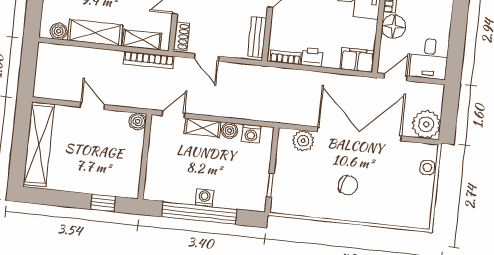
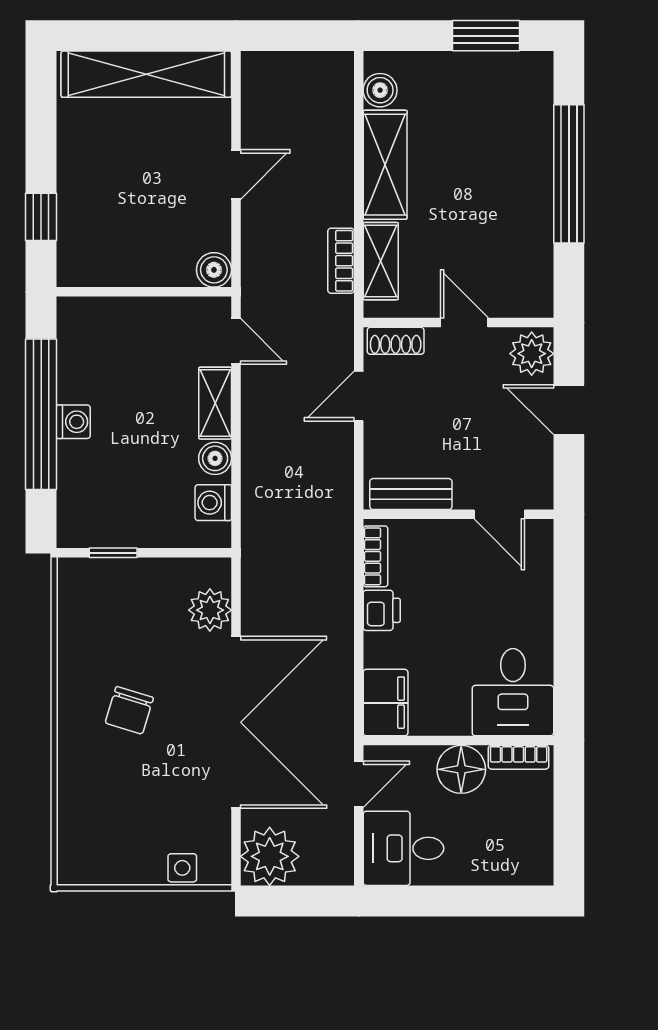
bookcase: (149, 60) -> (341, 261), width x0.64
door: (396, 77) -> (359, 784), hinge flipped

